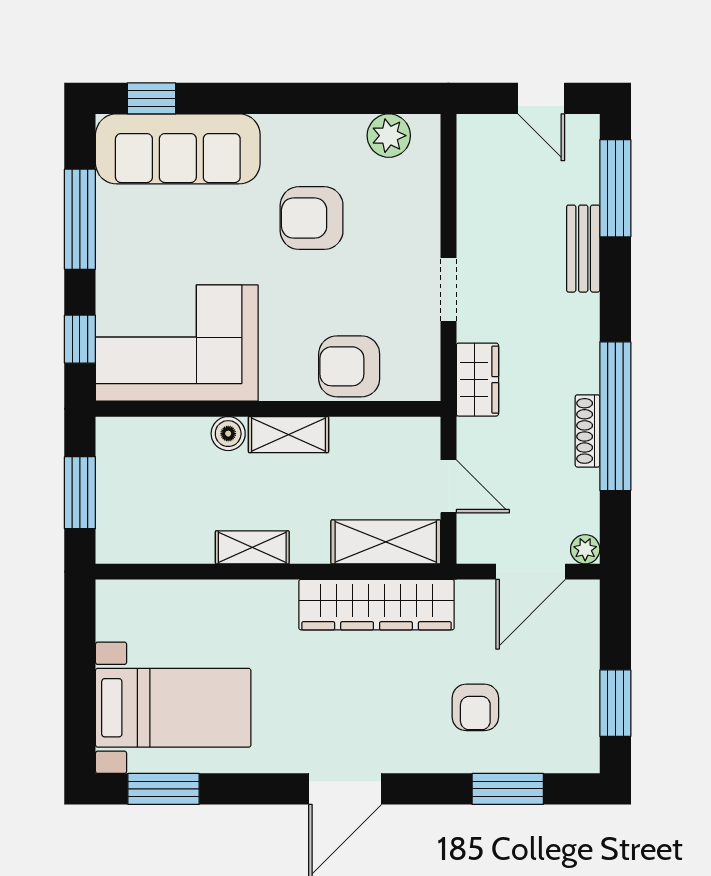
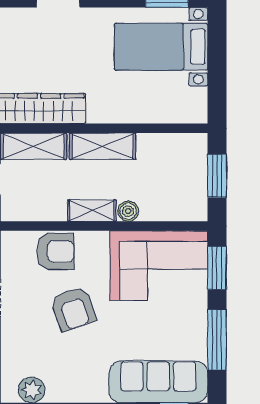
armchair: (312, 218) -> (73, 309), moved, turned 71
window: (80, 339) -> (217, 268), width x1.50
shelving: (252, 547) -> (103, 146), width x1.50, depth x1.33

